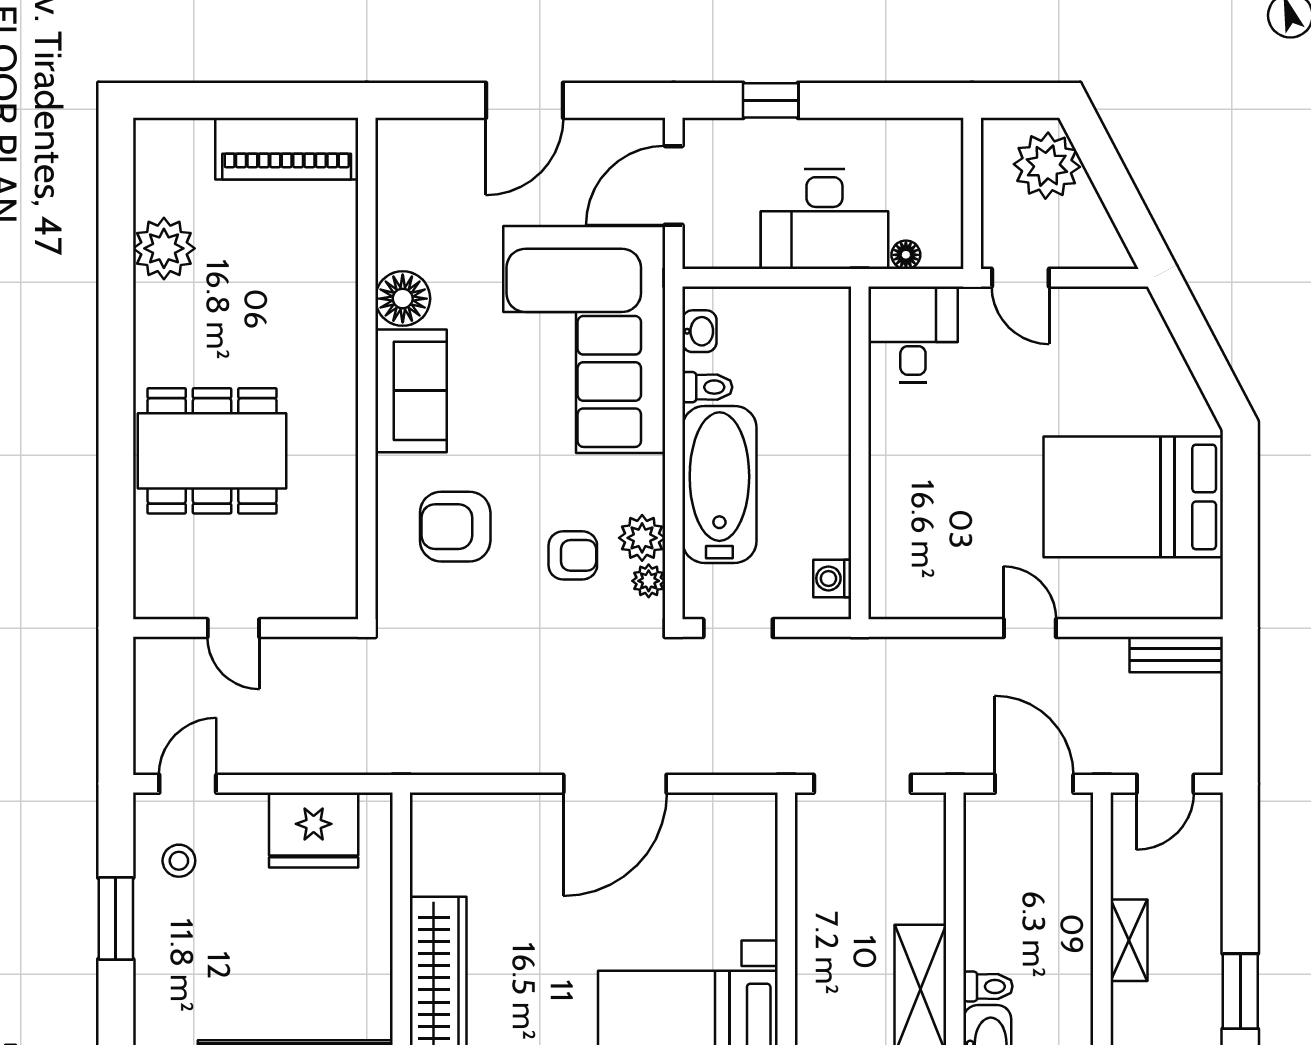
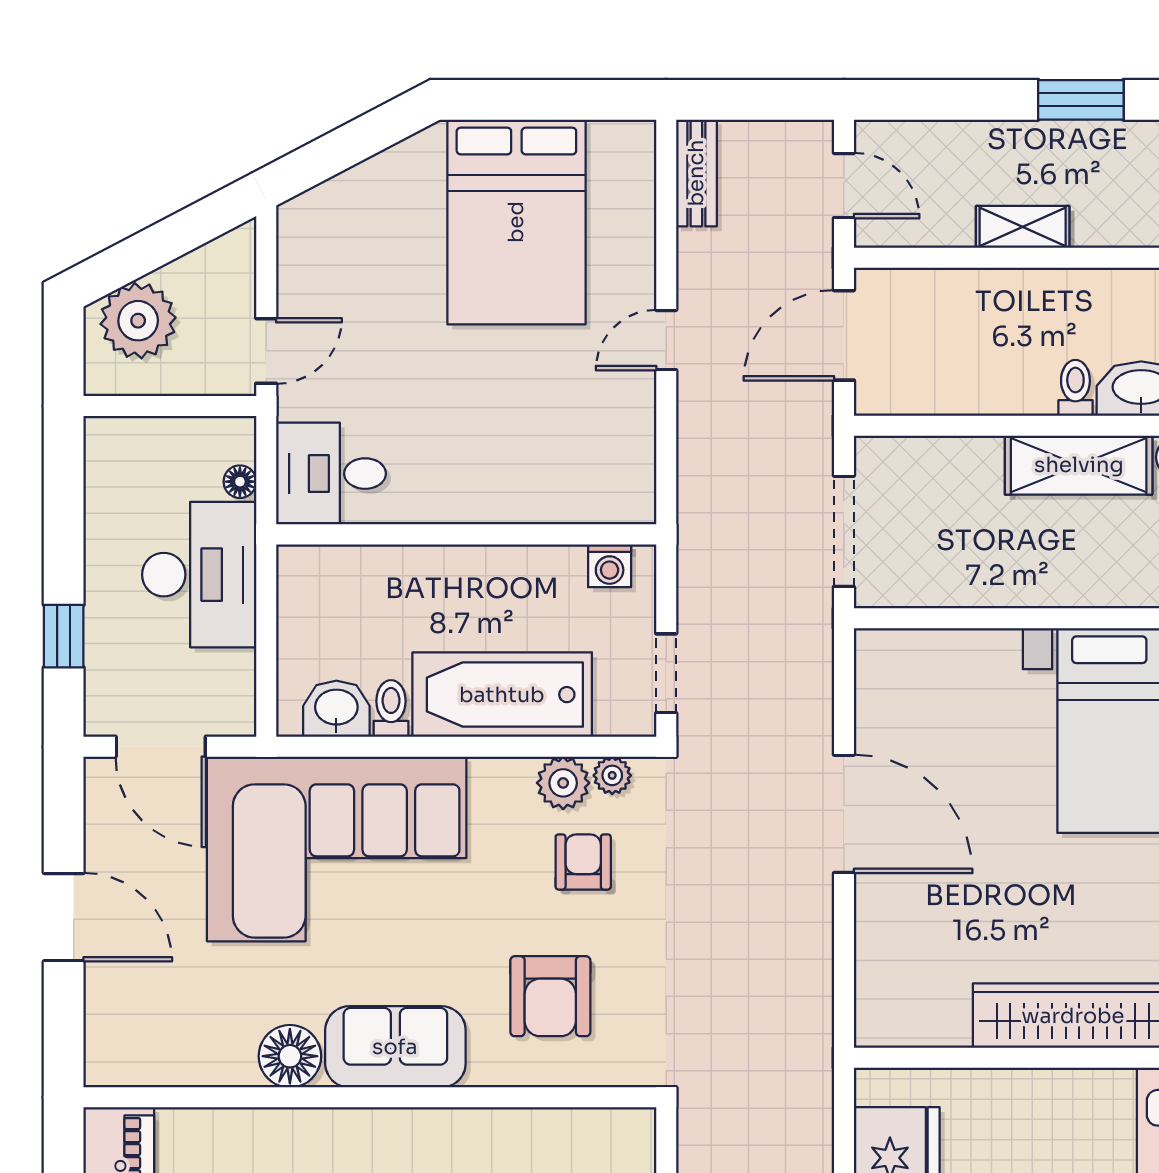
washbasin: (699, 331) -> (336, 709), width x1.38, depth x1.45

